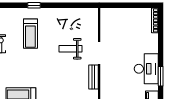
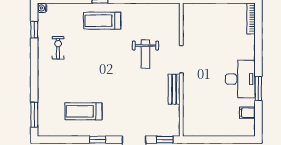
treadmill: (30, 34) -> (102, 21), moved, turned 90
weight bench: (70, 49) -> (145, 54), turned -90

